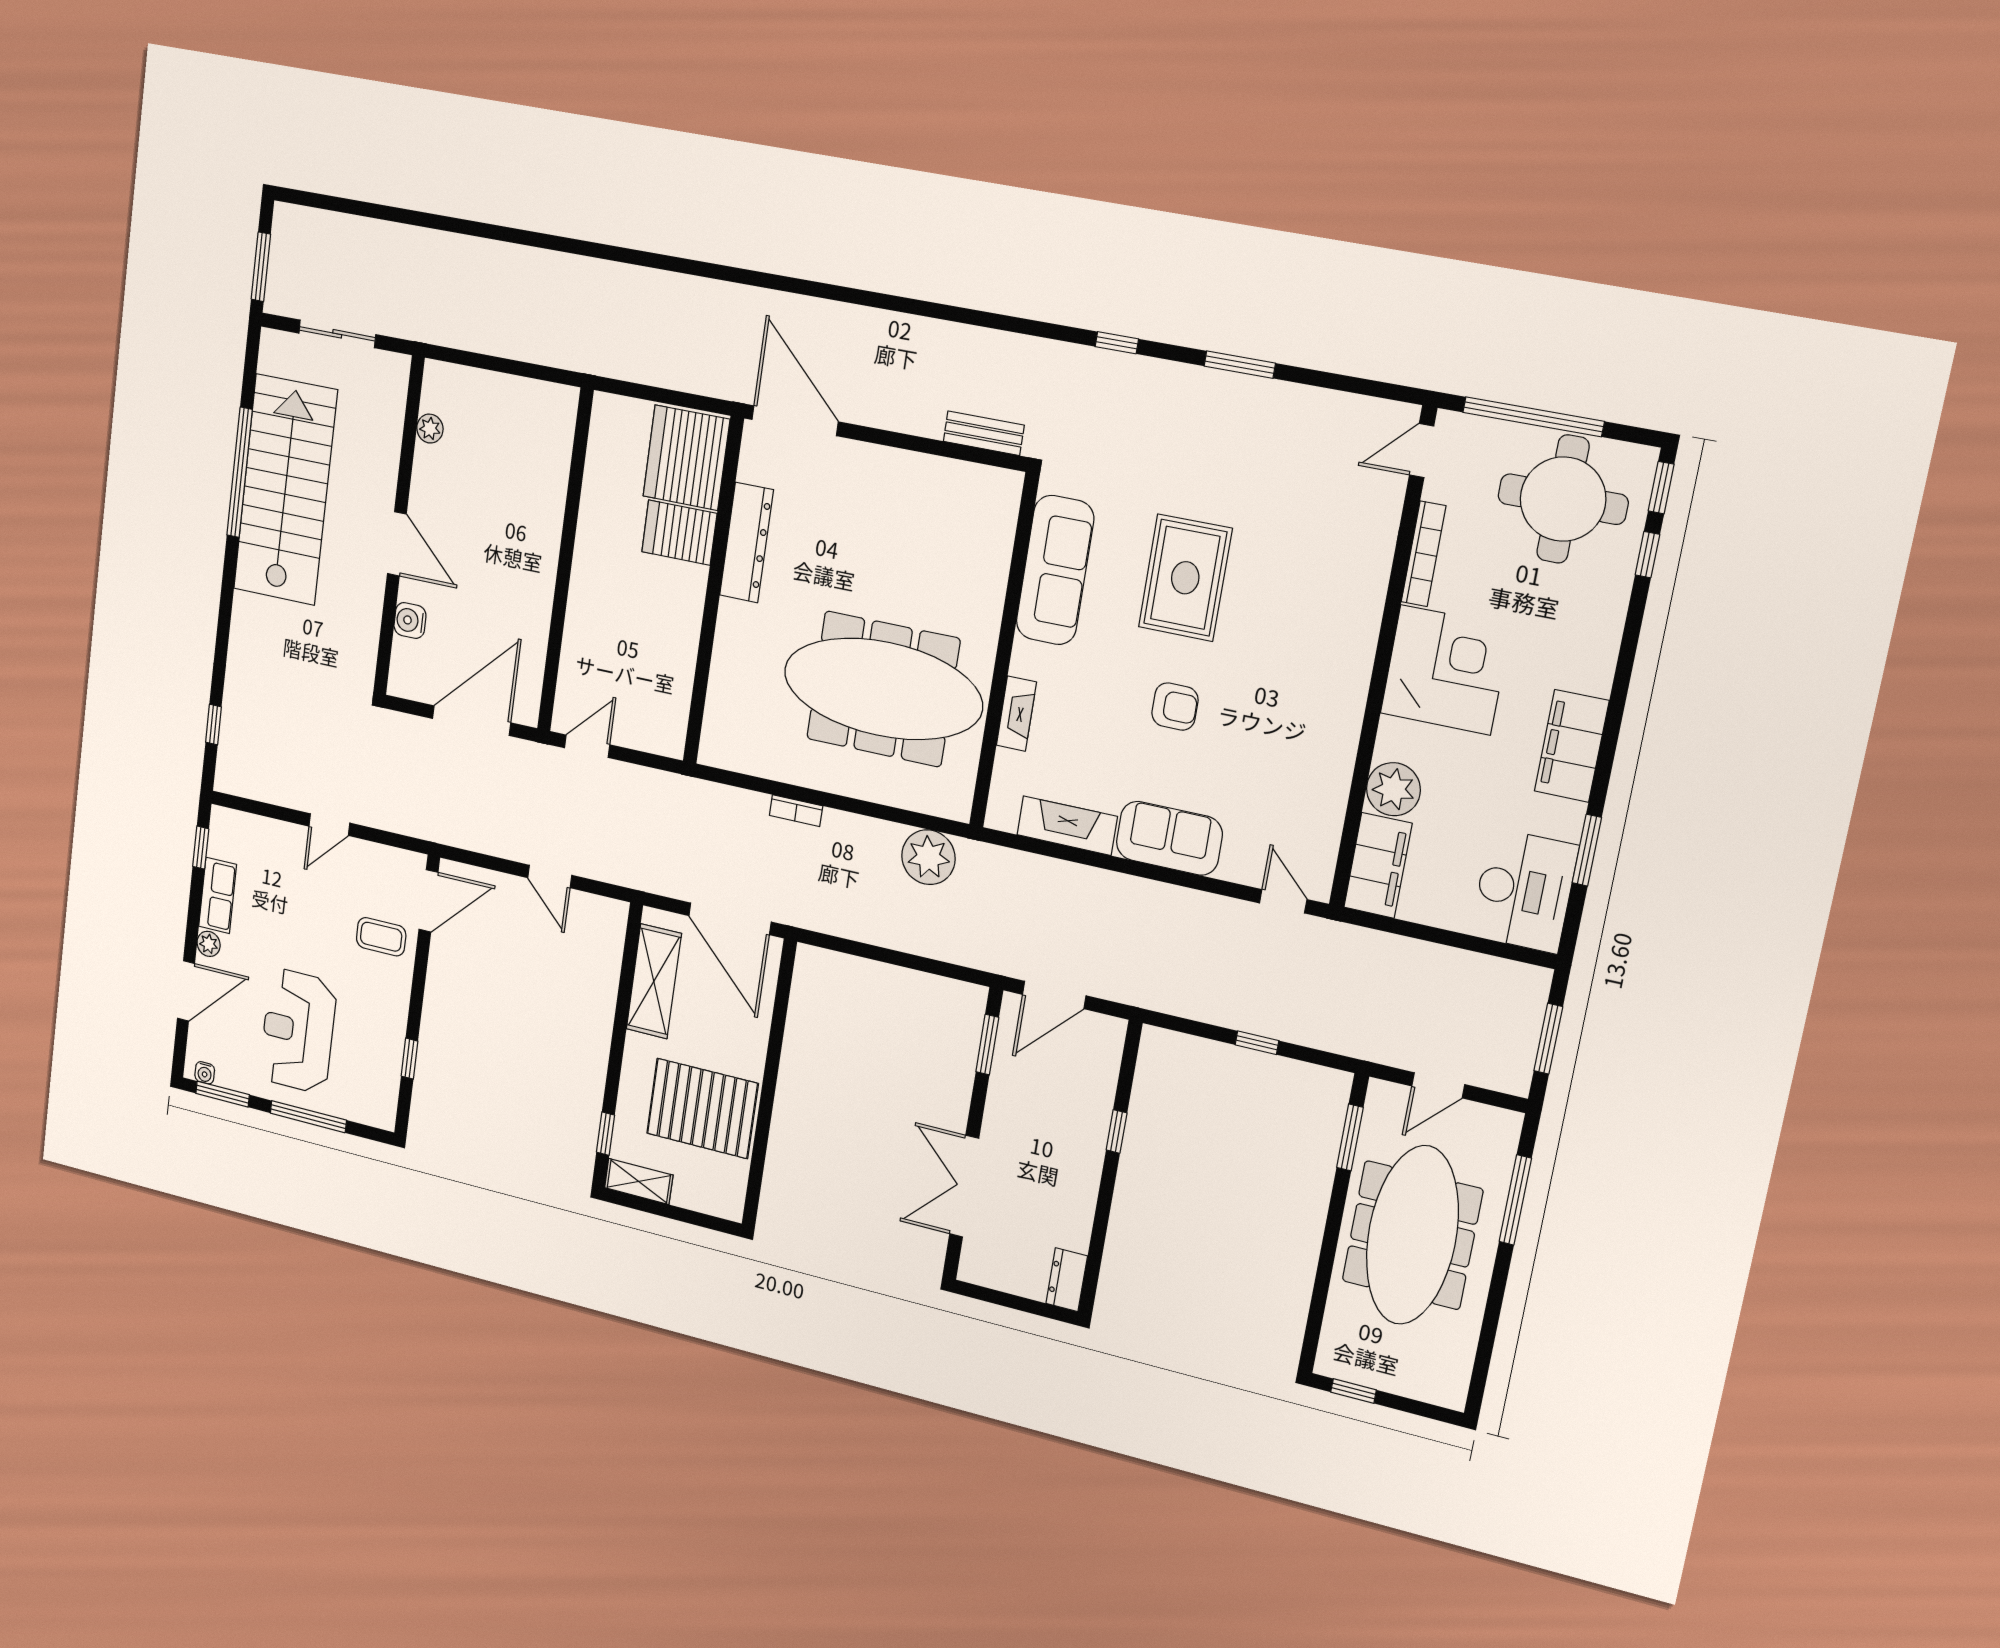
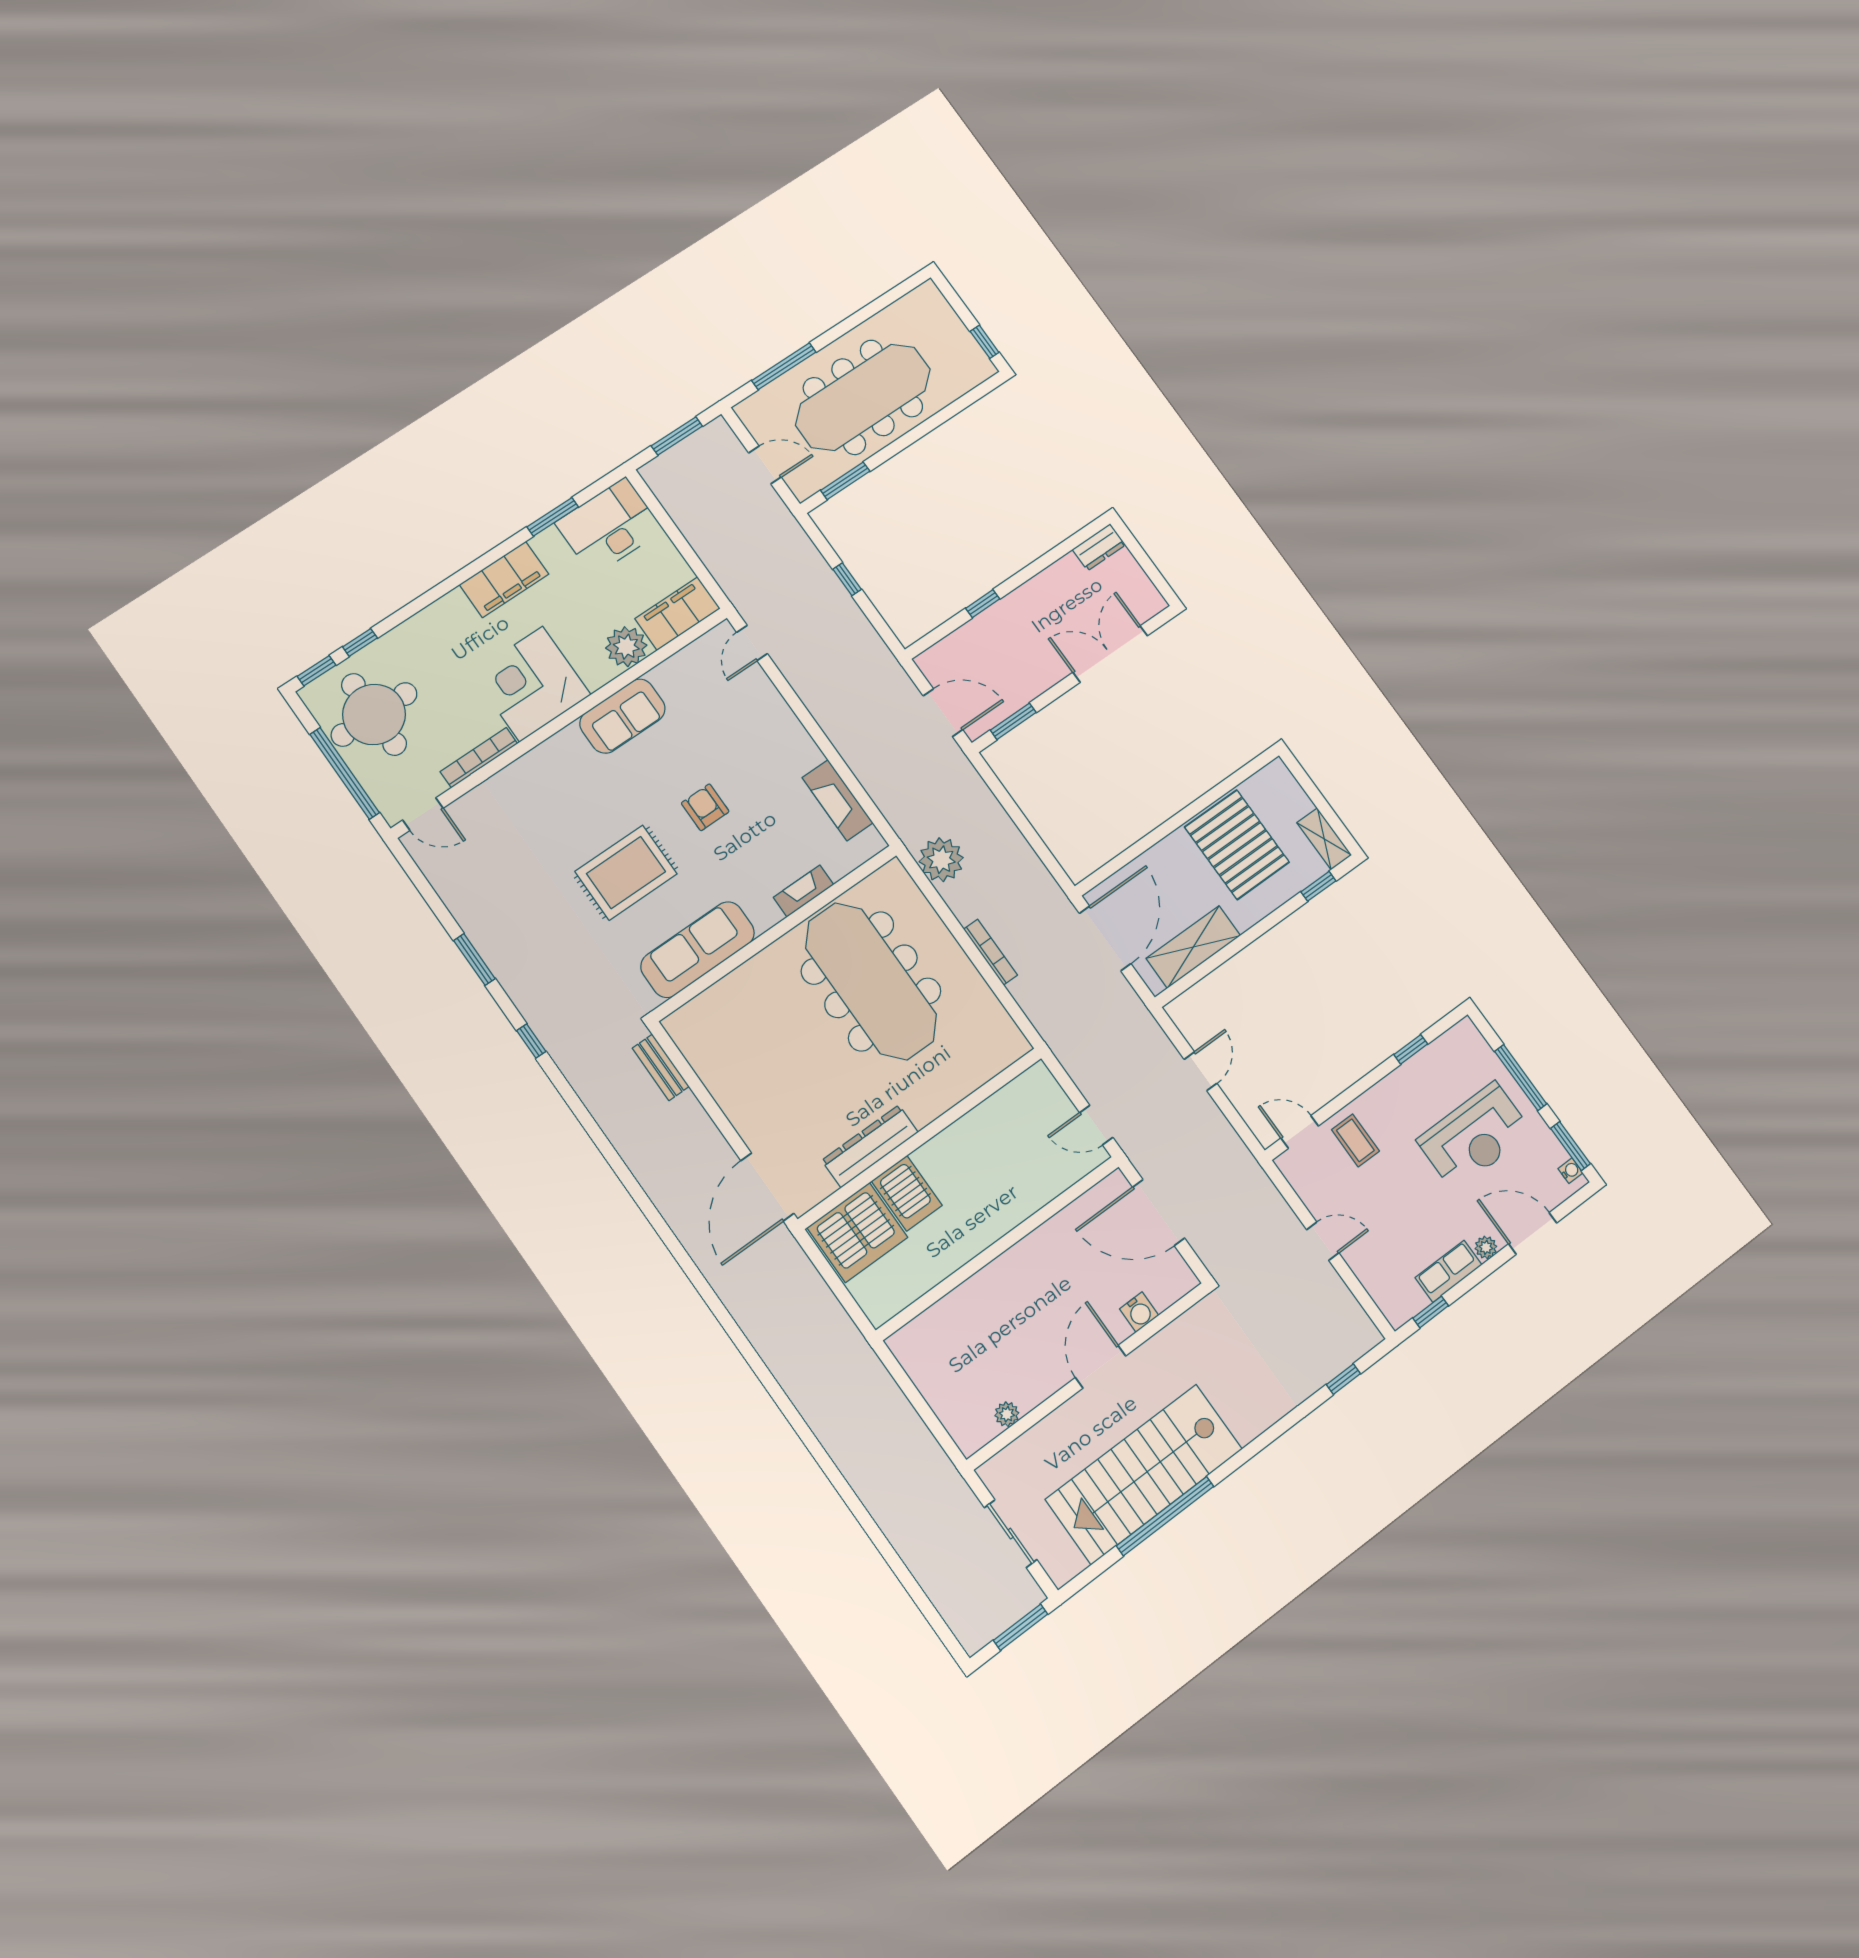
bookcase: (796, 811) -> (991, 952), width x1.56
sofa: (1169, 838) -> (623, 716), moved, turned -90
door: (428, 901) -> (1300, 1132), width x0.73
double door: (964, 1186) -> (1110, 654), swing flipped

